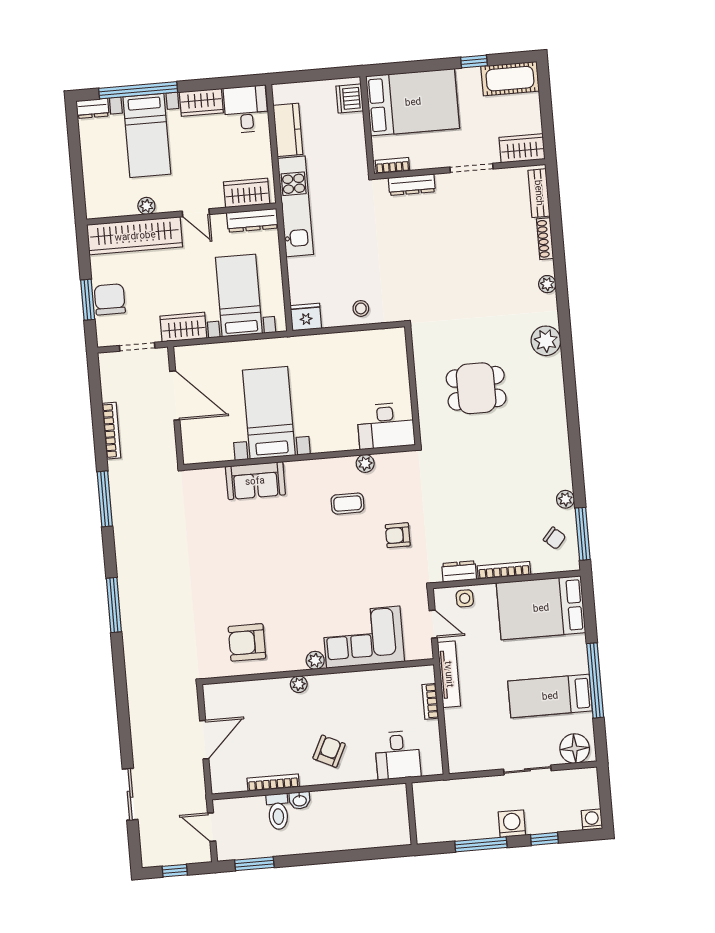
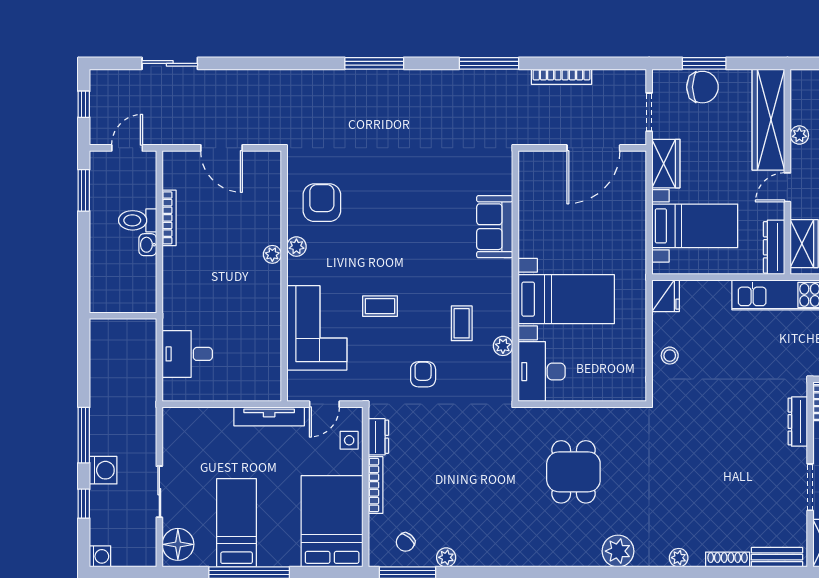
bed with nightstands: (269, 413) -> (566, 299), moved
coffee table: (338, 580) -> (380, 306), added
plant: (315, 660) -> (296, 247), moved
bookcase: (430, 701) -> (242, 394), removed
armchair: (329, 751) -> (198, 281), removed
wall: (411, 814) -> (123, 316), moved

